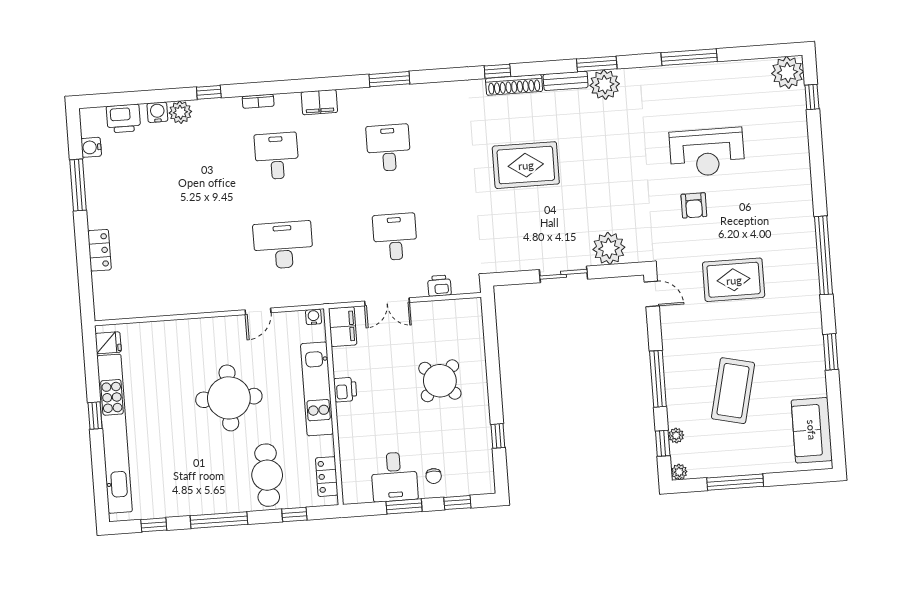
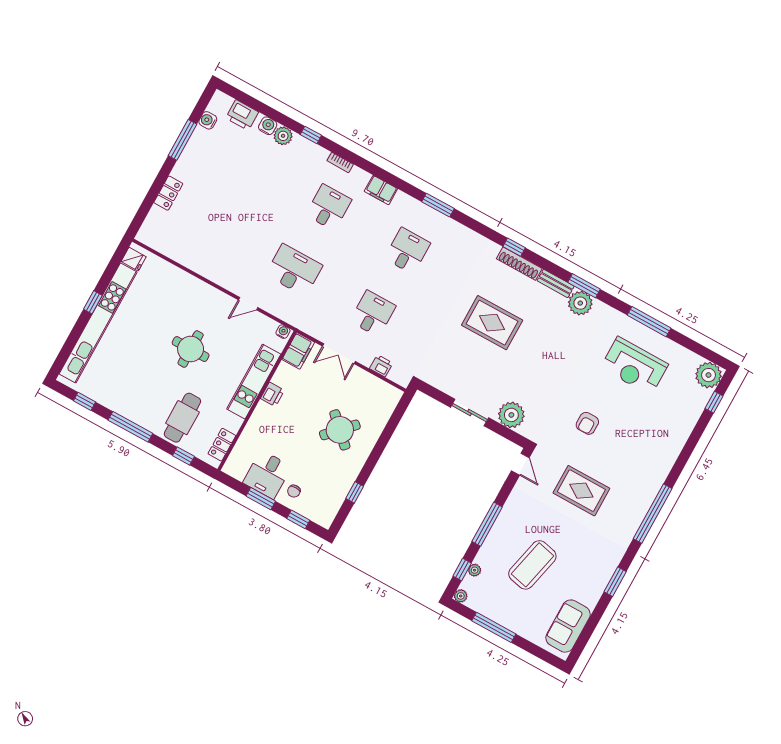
reception desk: (707, 152) -> (634, 366), moved
round table: (229, 398) -> (191, 349), width x0.73, depth x0.73

